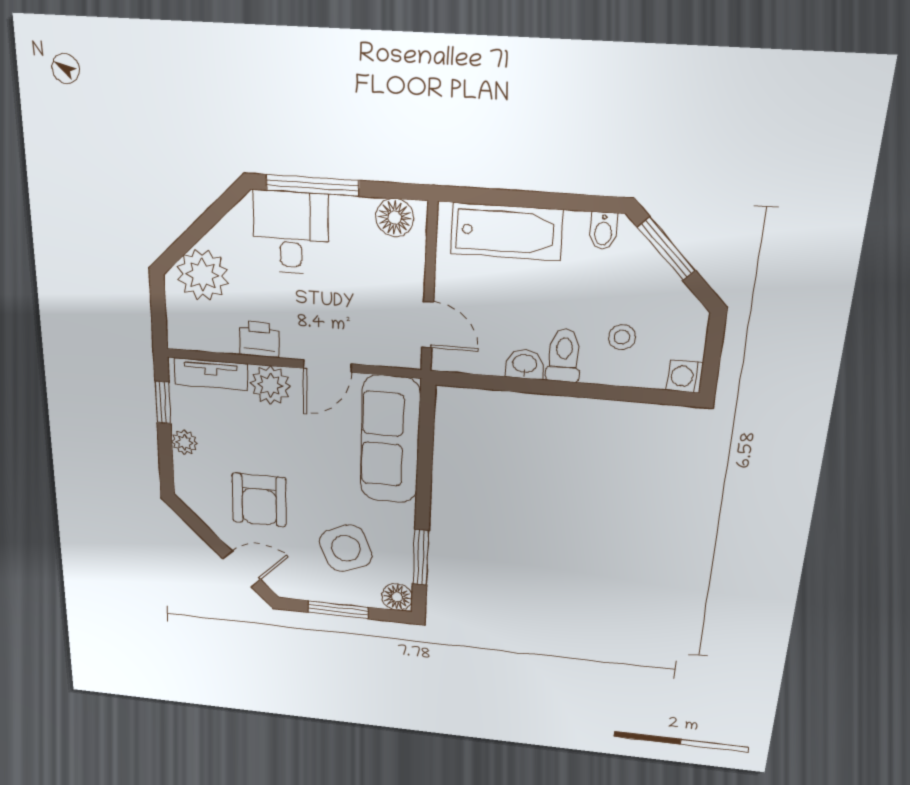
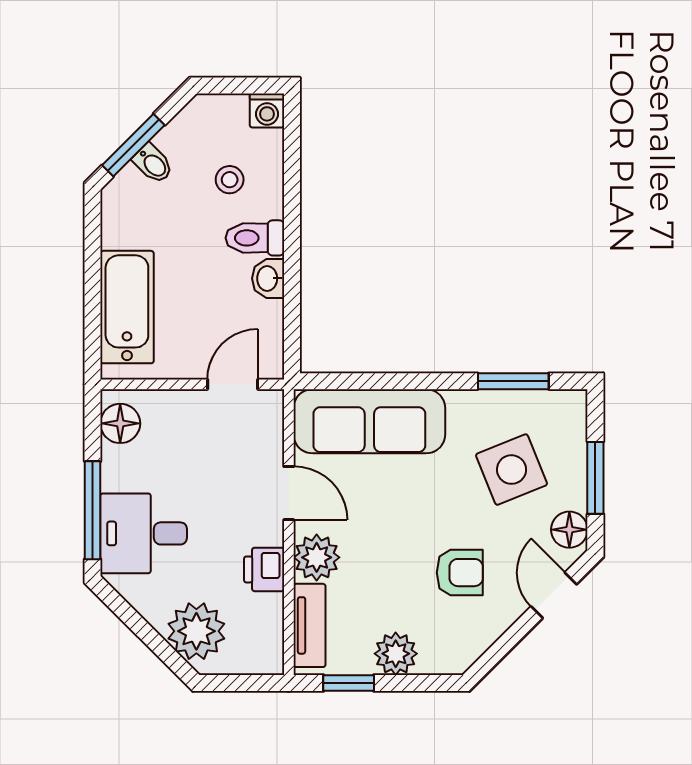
bidet: (603, 231) -> (153, 164), moved, turned 45
plant: (185, 442) -> (396, 654), width x1.38, depth x1.38
armchair: (259, 500) -> (460, 573), width x0.72, depth x0.72
floor lamp: (397, 597) -> (569, 530), moved

